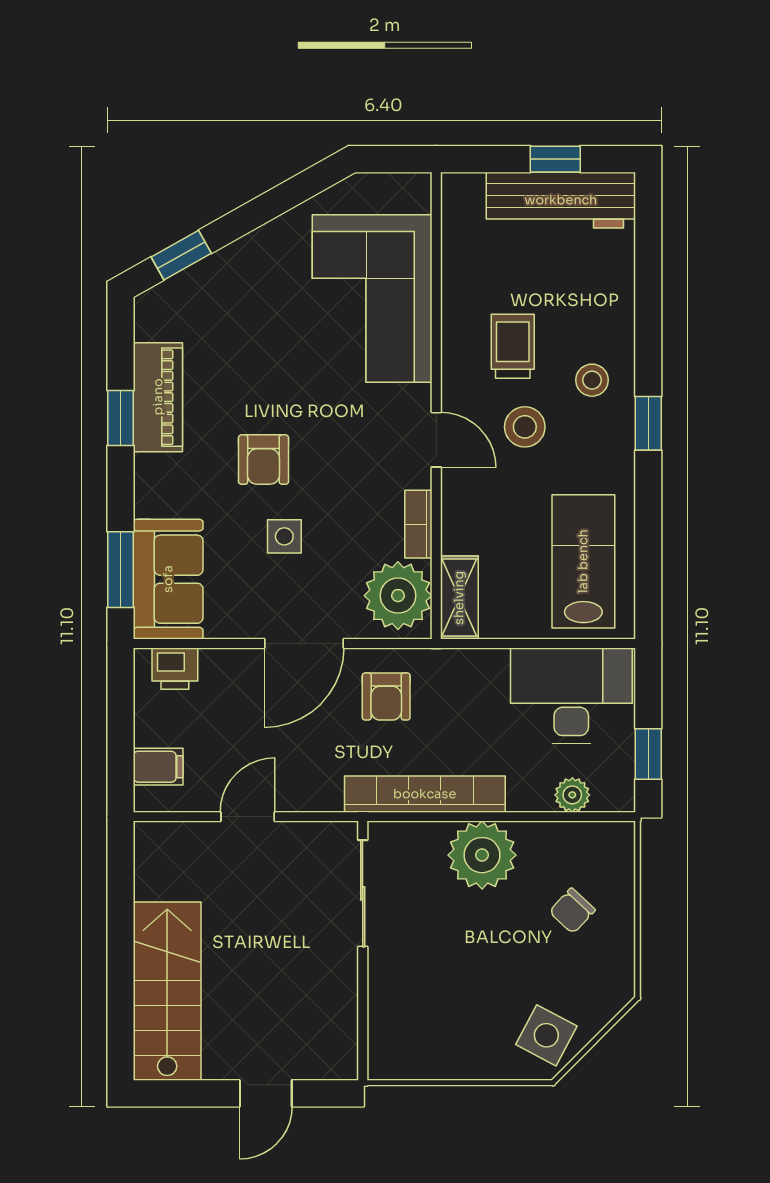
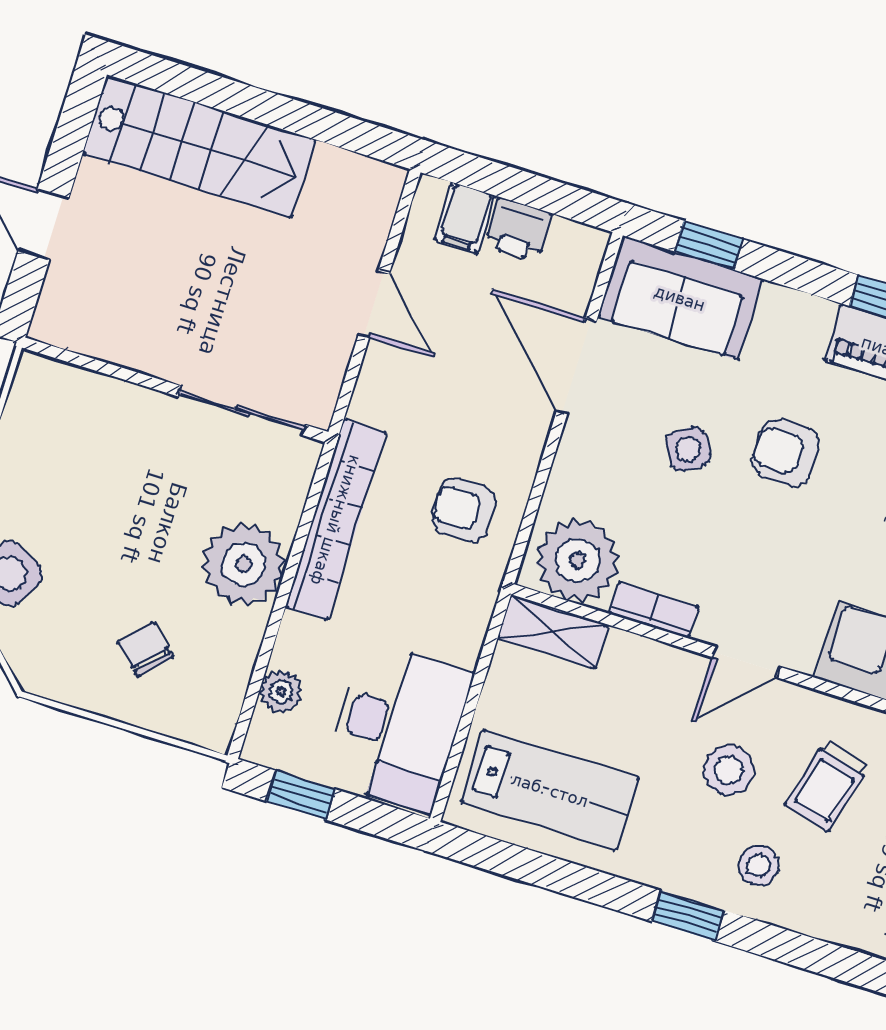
trolley: (513, 346) -> (827, 785), turned 105
side table: (284, 536) -> (688, 449), turned -31
window: (121, 570) -> (709, 245), width x0.67
door: (304, 644) -> (576, 366), moved
printer: (175, 669) -> (519, 229), moved, turned -90

